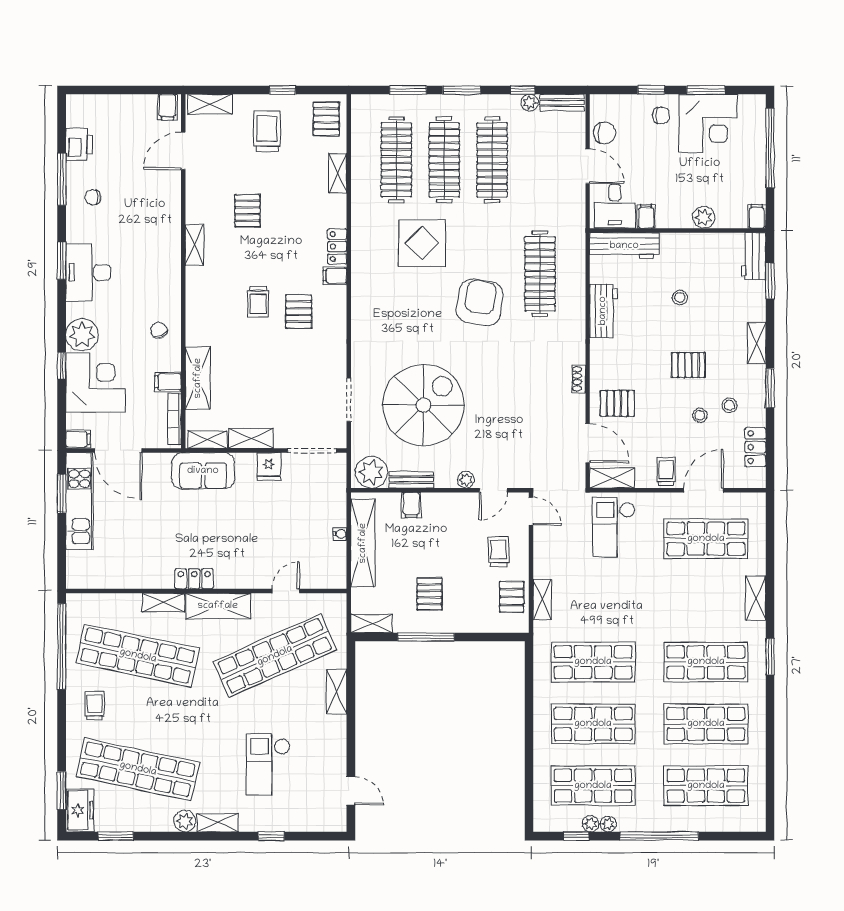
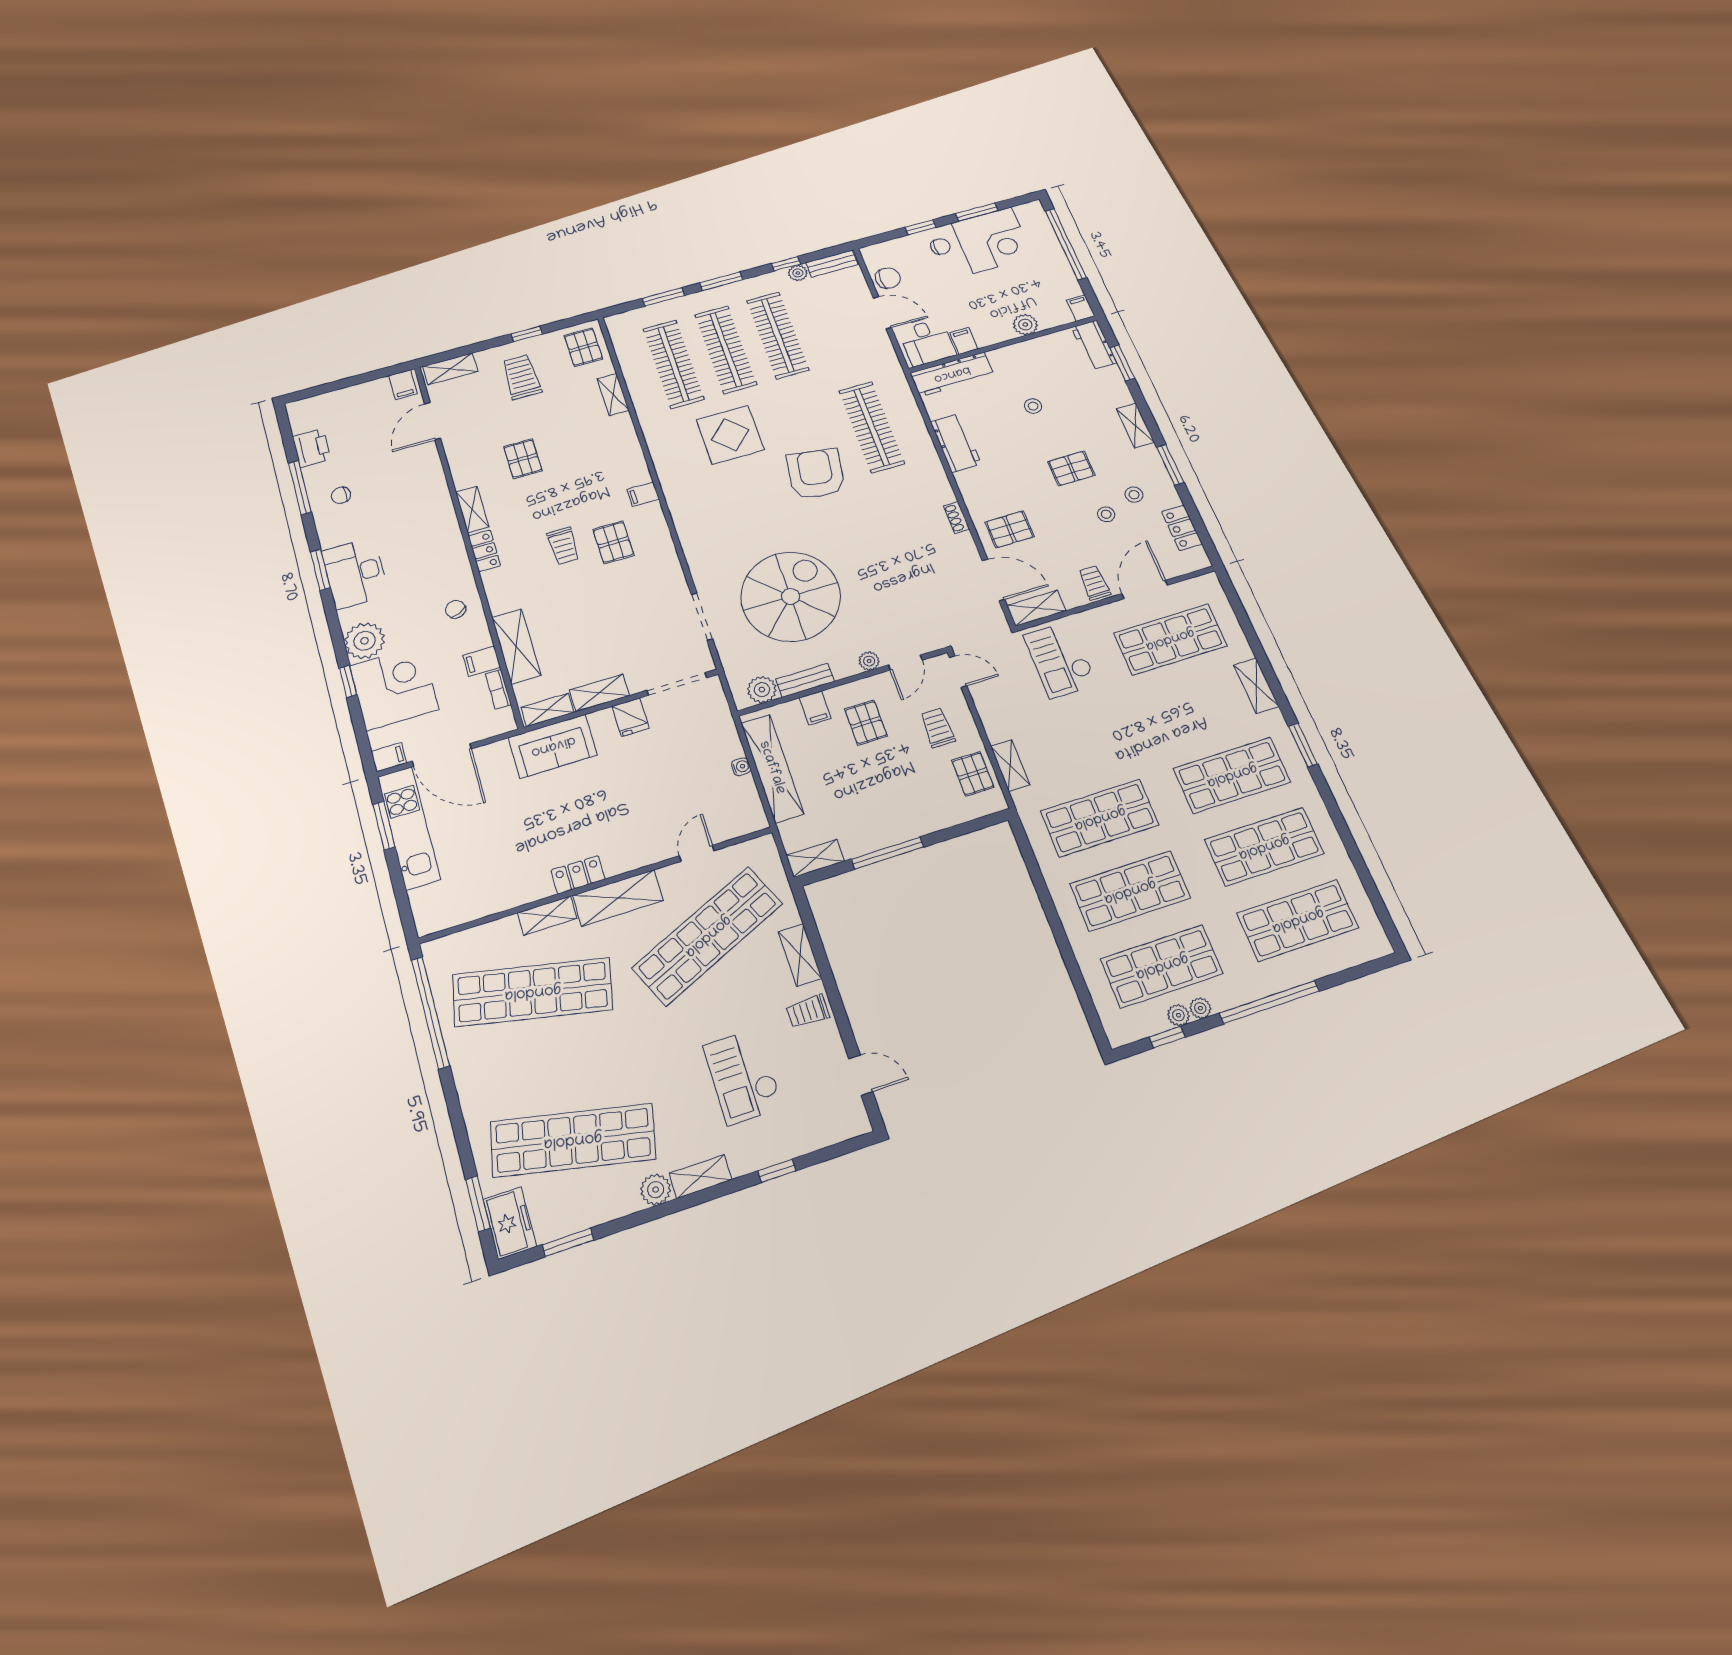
locker: (337, 246) -> (484, 551), moved, turned 180
bookcase: (175, 419) -> (498, 689), width x0.64
plant: (371, 472) -> (762, 690), width x0.73, depth x0.73
pallet: (429, 594) -> (866, 723), moved
trolley: (95, 706) -> (808, 1011), moved, turned -90

